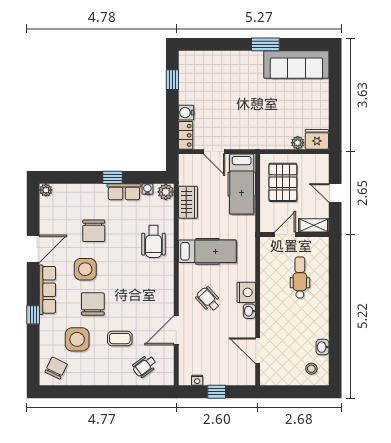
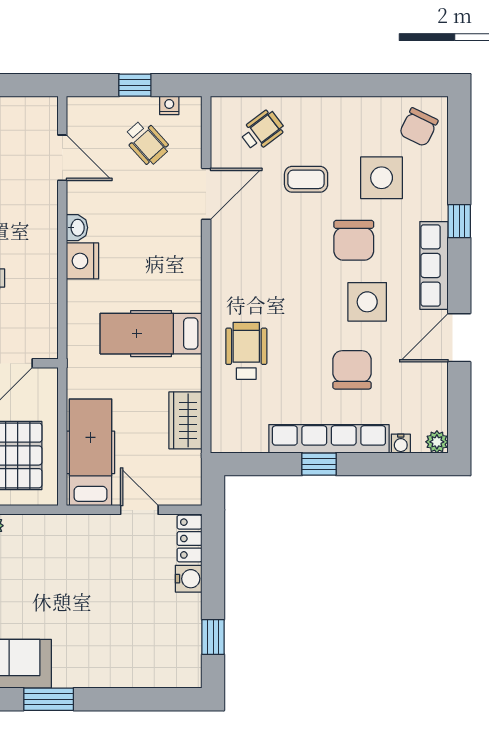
water cooler: (147, 189) -> (401, 444), moved
row of seats: (124, 192) -> (329, 439), width x2.02
plant: (166, 192) -> (225, 439), removed
wheelchair: (208, 299) -> (147, 142), moved

